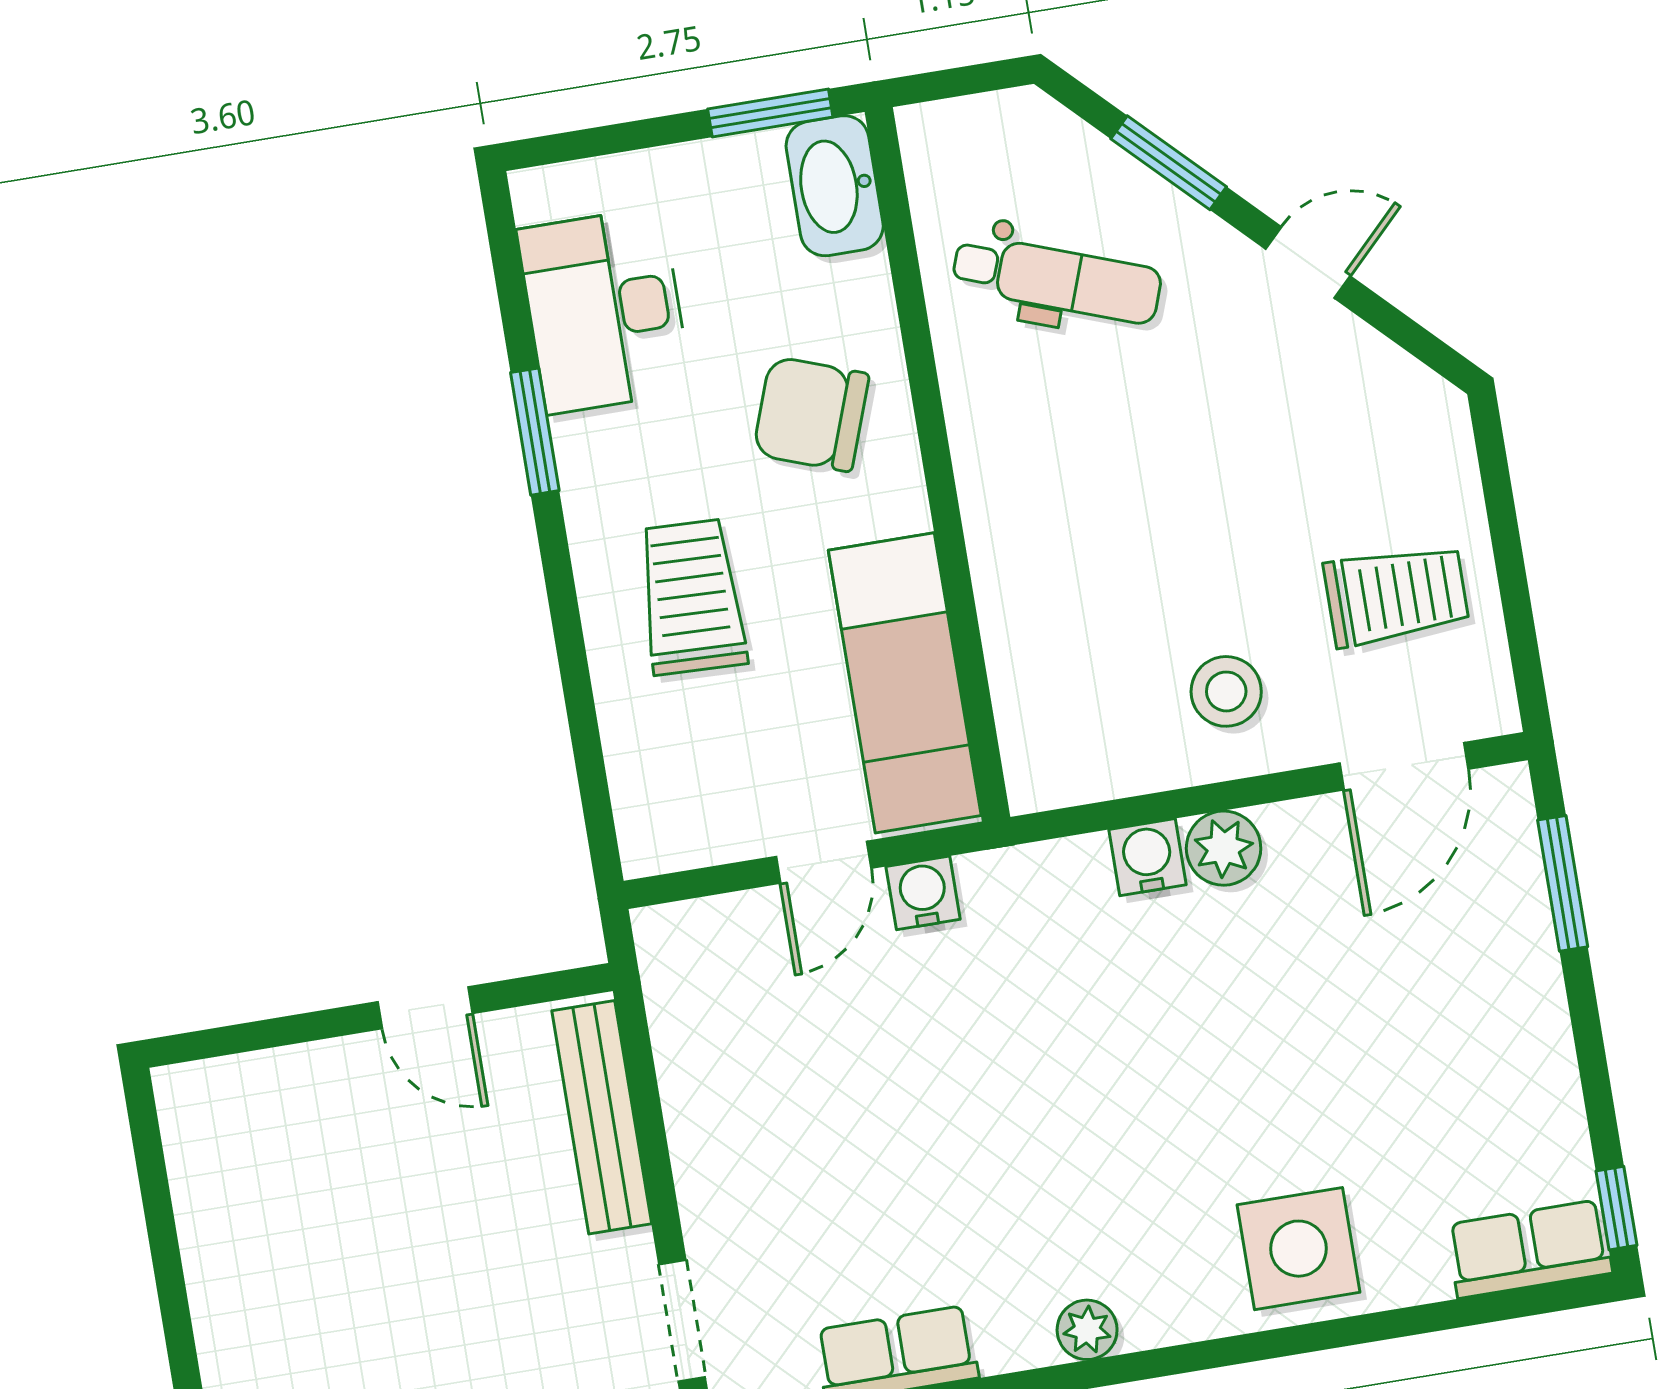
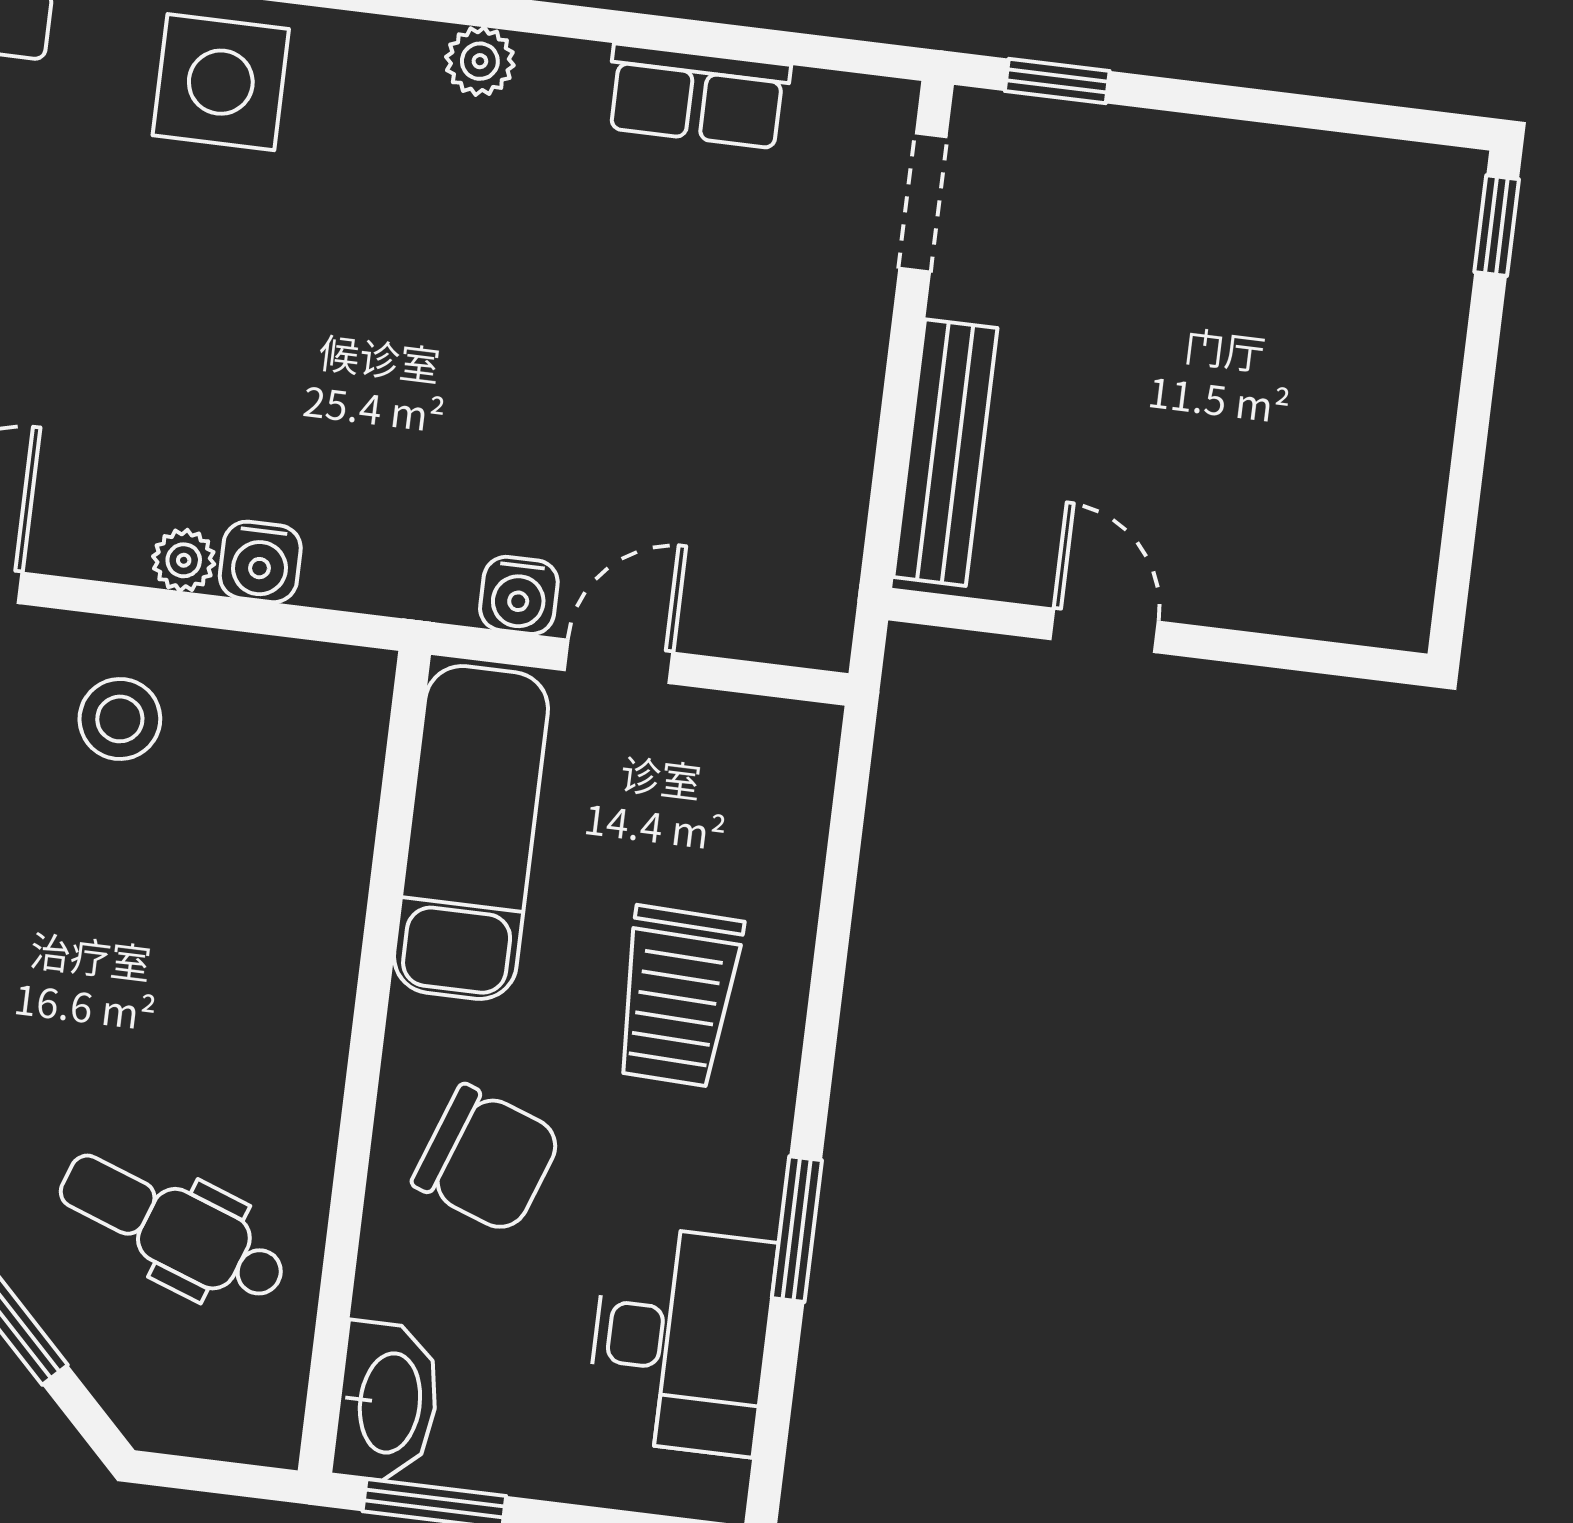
plant: (1224, 848) -> (184, 560), width x0.73, depth x0.73

